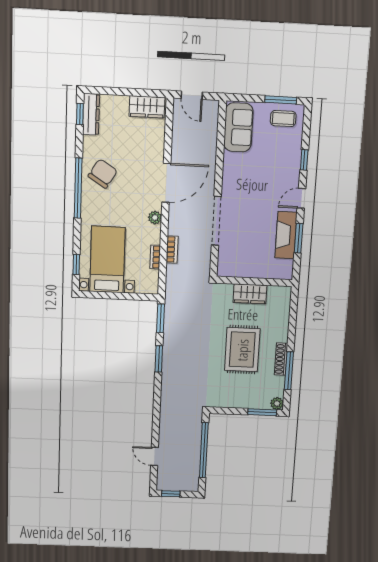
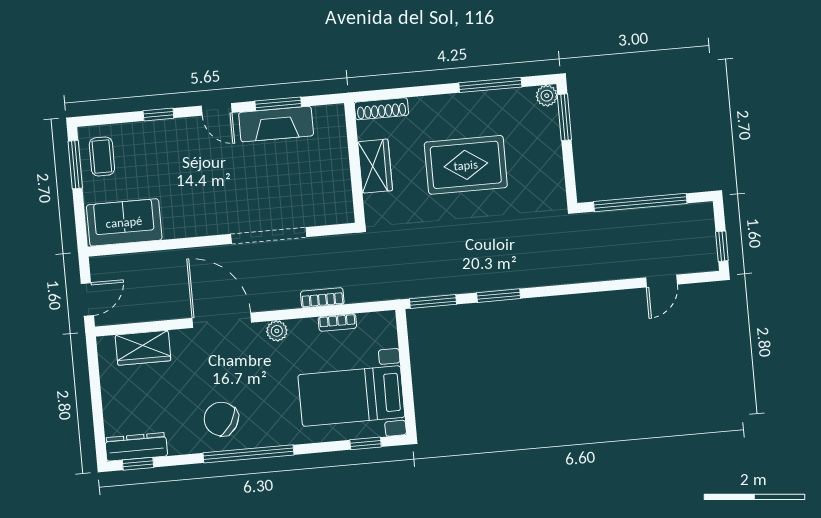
wardrobe: (147, 107) -> (143, 348), moved, turned 90
shoe rack: (281, 359) -> (381, 109), moved

